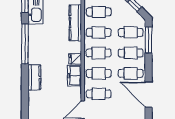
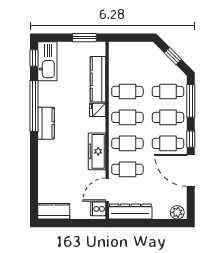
cafe table: (99, 12) -> (127, 66), removed
fridge: (75, 59) -> (98, 110), moved
window: (149, 70) -> (191, 139), added
freezer: (75, 75) -> (97, 151), width x1.40
kitchen counter: (34, 77) -> (46, 123), moved

